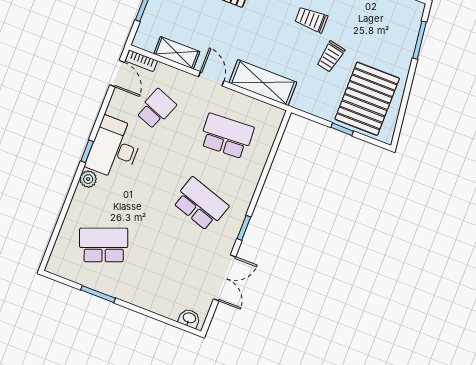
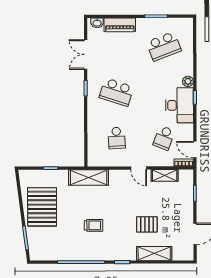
trolley: (331, 57) -> (74, 208), removed
shelving: (263, 83) -> (89, 178), moved
pallet: (367, 99) -> (42, 207), moved
school desk: (227, 136) -> (117, 138), width x0.54
piano: (157, 302) -> (120, 25), added

